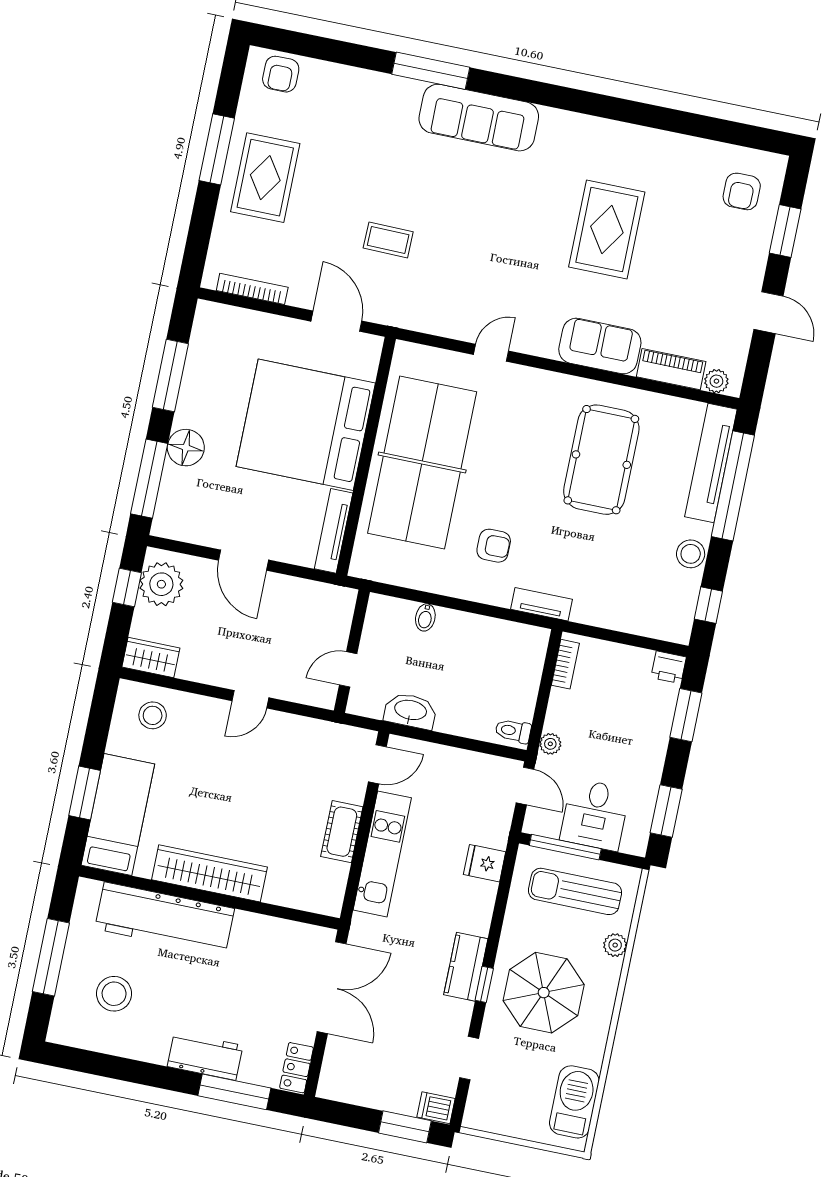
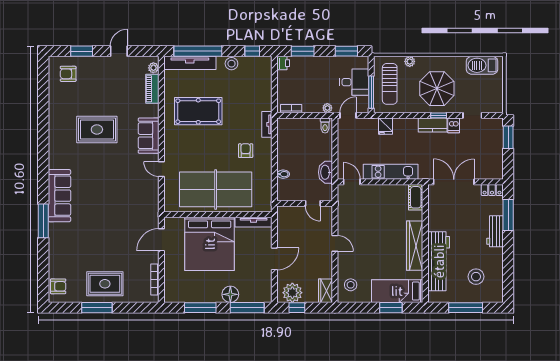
armchair: (742, 191) -> (68, 74), turned 180
coffee table: (388, 240) -> (121, 224), removed
sofa: (600, 346) -> (149, 136), moved
cot: (342, 832) -> (416, 197), moved, turned 90
dishwasher: (436, 1108) -> (454, 125), moved

